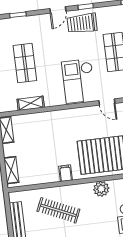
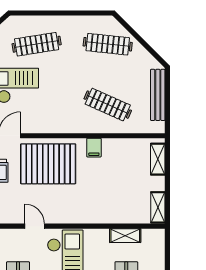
plant: (101, 189) -> (54, 124), removed

